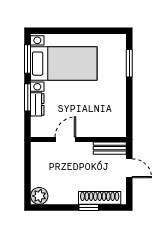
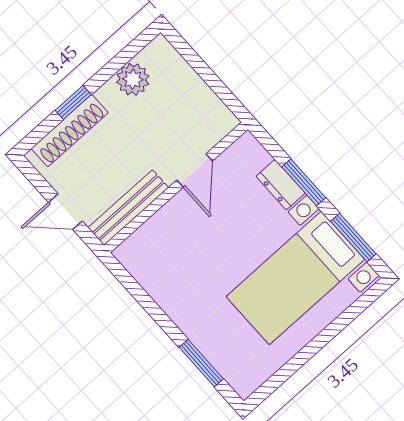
bench: (110, 148) -> (128, 208), width x1.36
plant: (39, 196) -> (133, 79), moved

